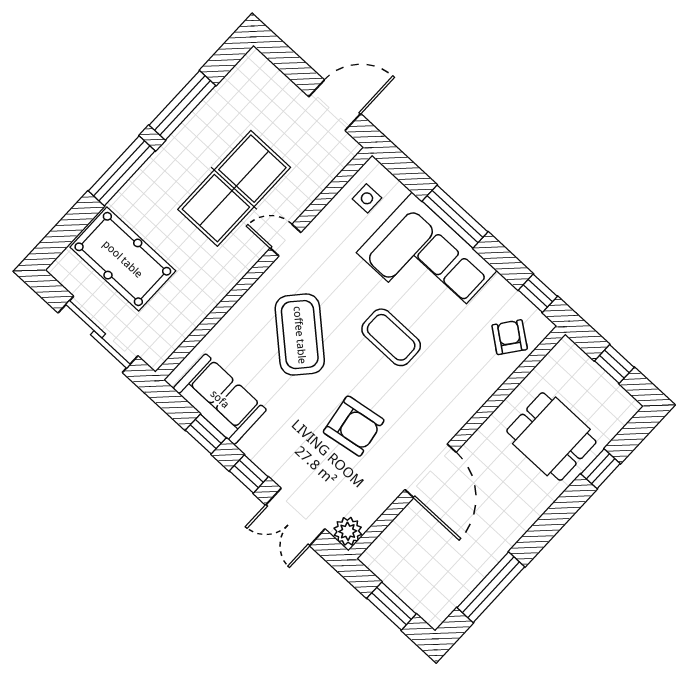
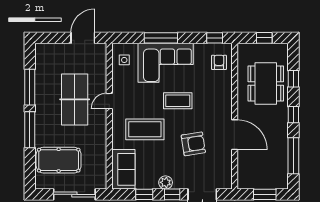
coffee table: (300, 335) -> (145, 129), turned -42
armchair: (510, 337) -> (219, 62), turned 53
sofa: (220, 399) -> (123, 169), moved, turned 90
dining table: (551, 436) -> (266, 83), width x1.38
window: (550, 524) -> (293, 115), added
plant: (348, 531) -> (166, 182), moved

